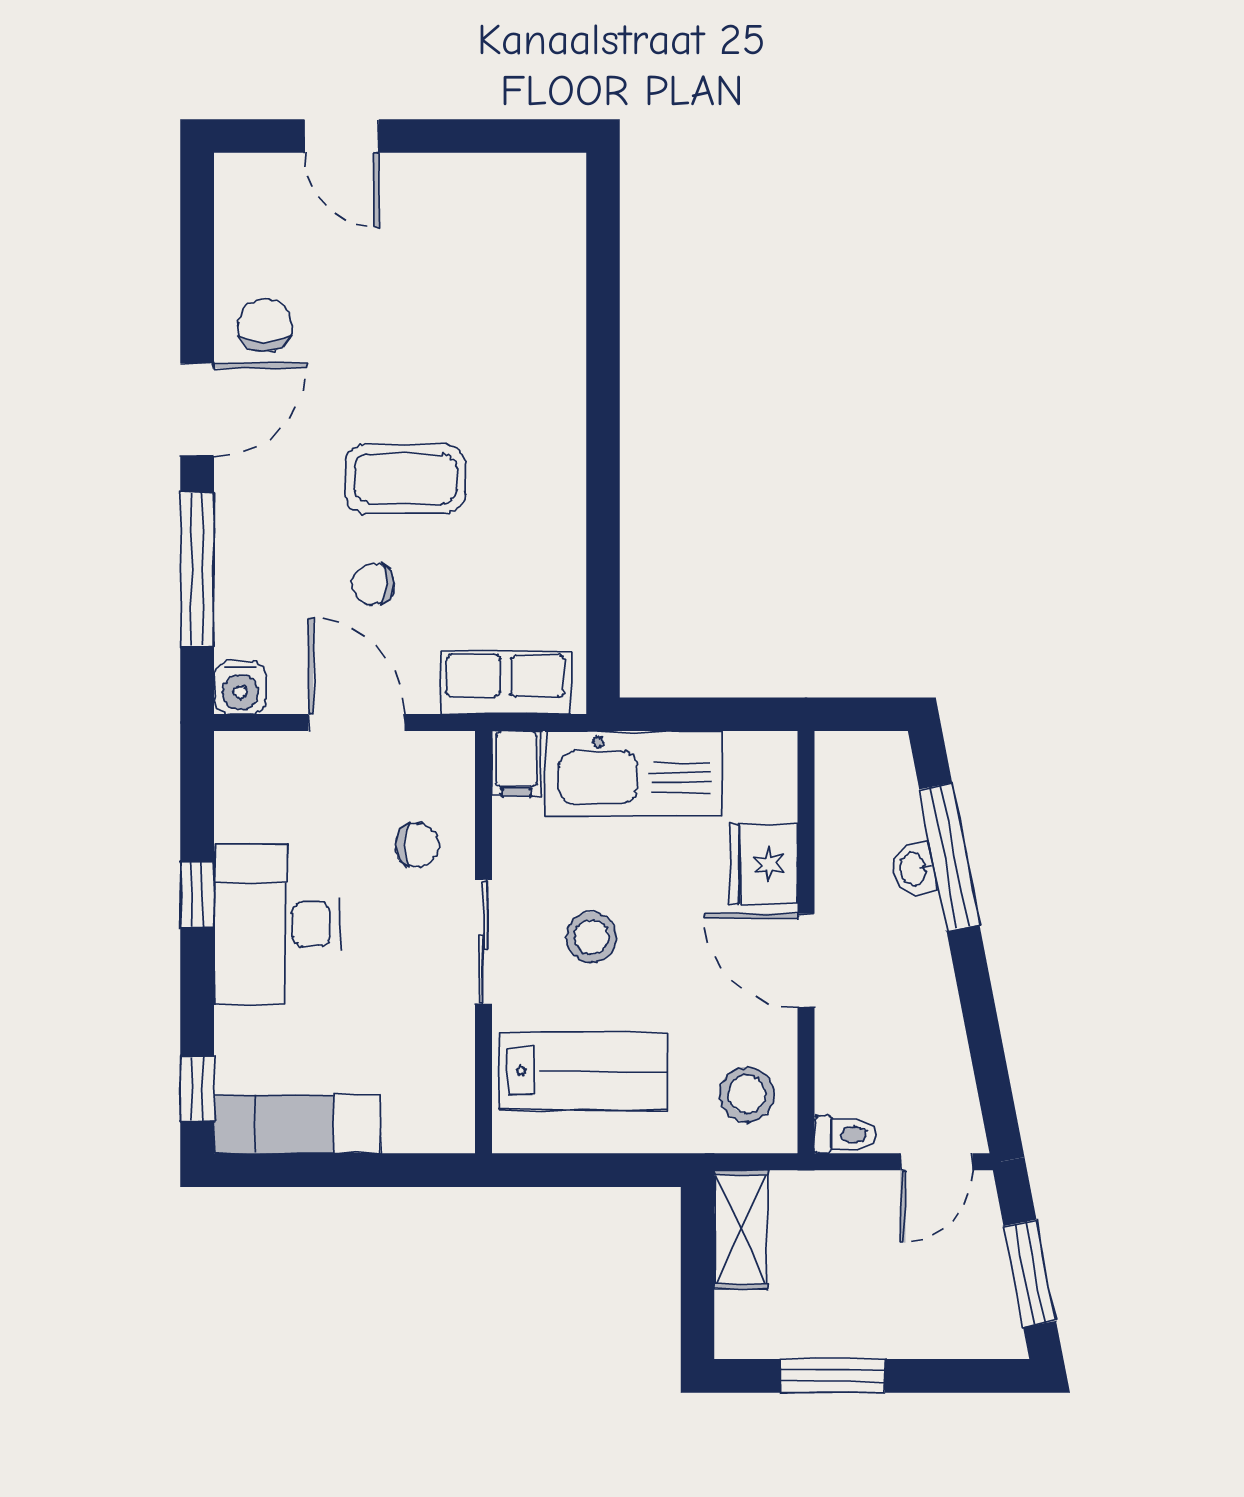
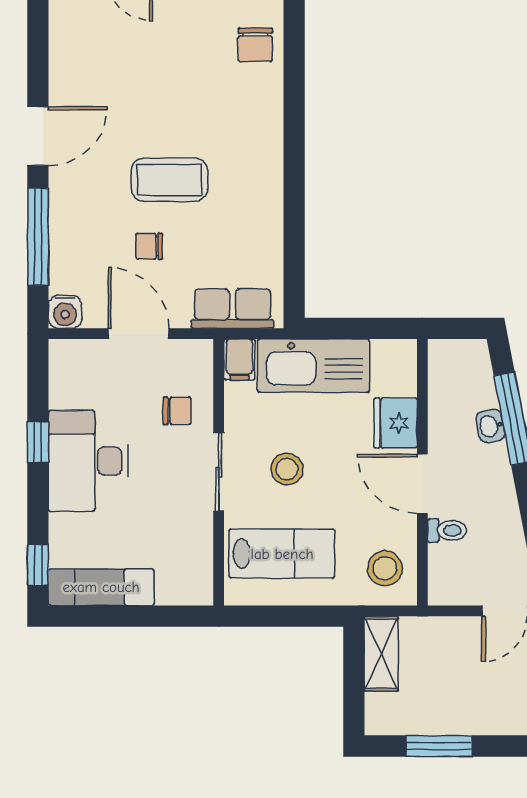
chair: (265, 325) -> (255, 45), moved, turned 180
toilet: (845, 1135) -> (447, 530), moved

